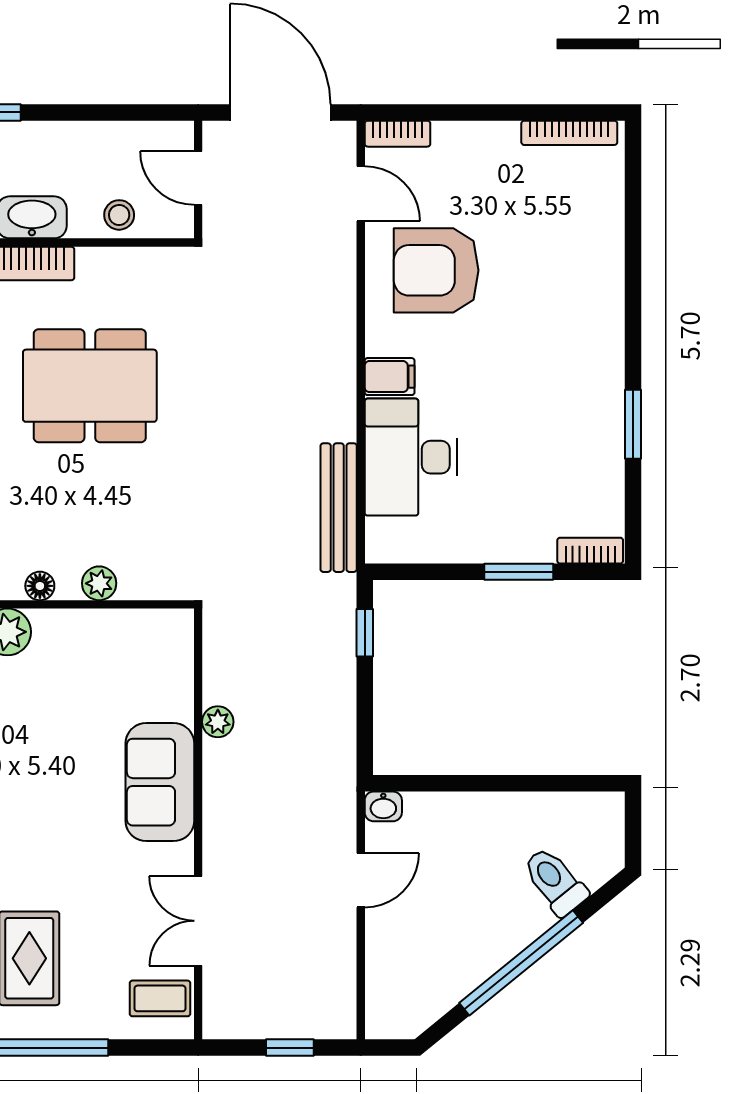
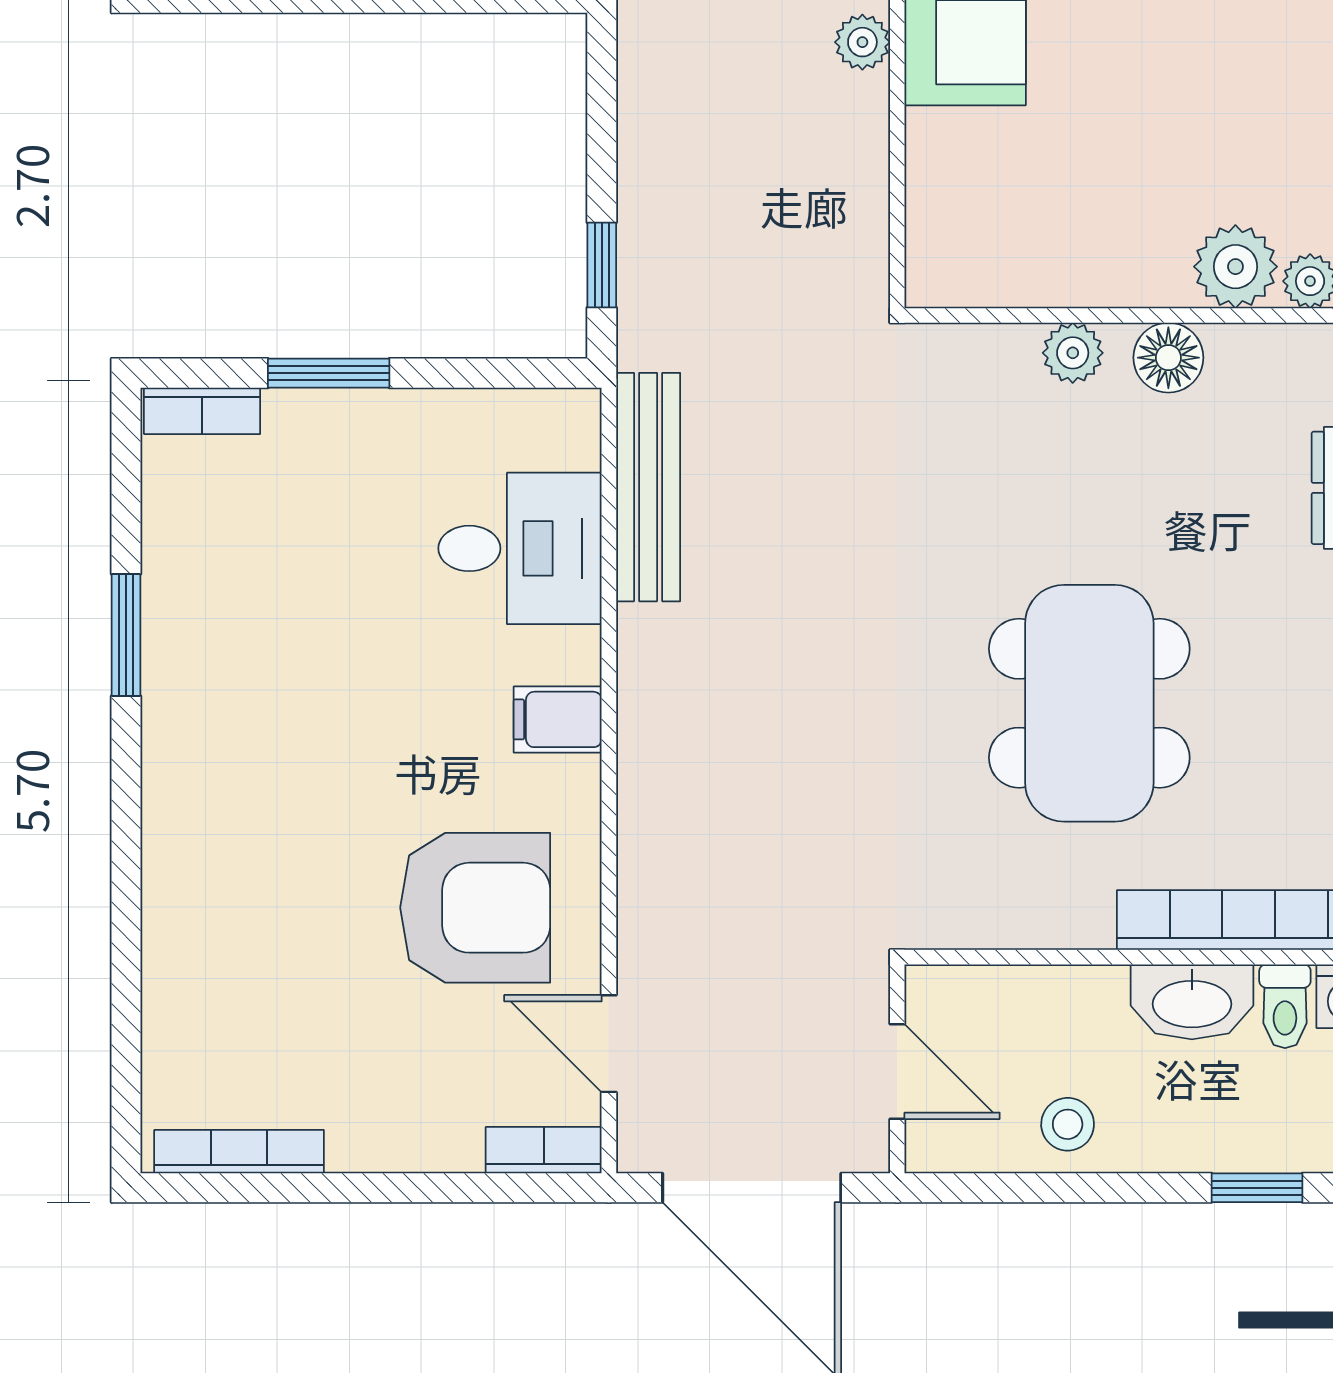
stool: (119, 215) -> (1068, 1124), moved
dining table: (90, 386) -> (1089, 703), turned 90
desk: (411, 457) -> (520, 548), width x0.73
floor lamp: (40, 586) -> (1168, 358), width x1.37, depth x1.37
plant: (218, 722) -> (862, 42), moved

